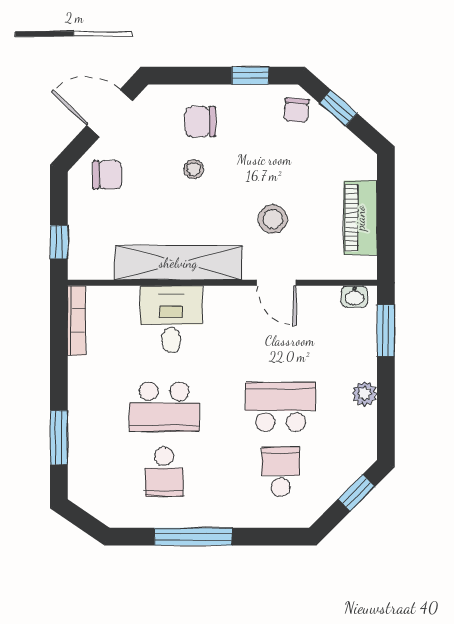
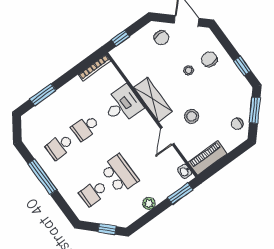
window: (338, 108) -> (255, 110), width x1.50
chair: (296, 110) -> (237, 124), moved
piano: (360, 218) -> (208, 158), moved
shelving: (178, 263) -> (153, 100), width x0.68
school desk: (164, 407) -> (86, 128), width x0.54
school desk: (281, 472) -> (93, 193), turned 180

